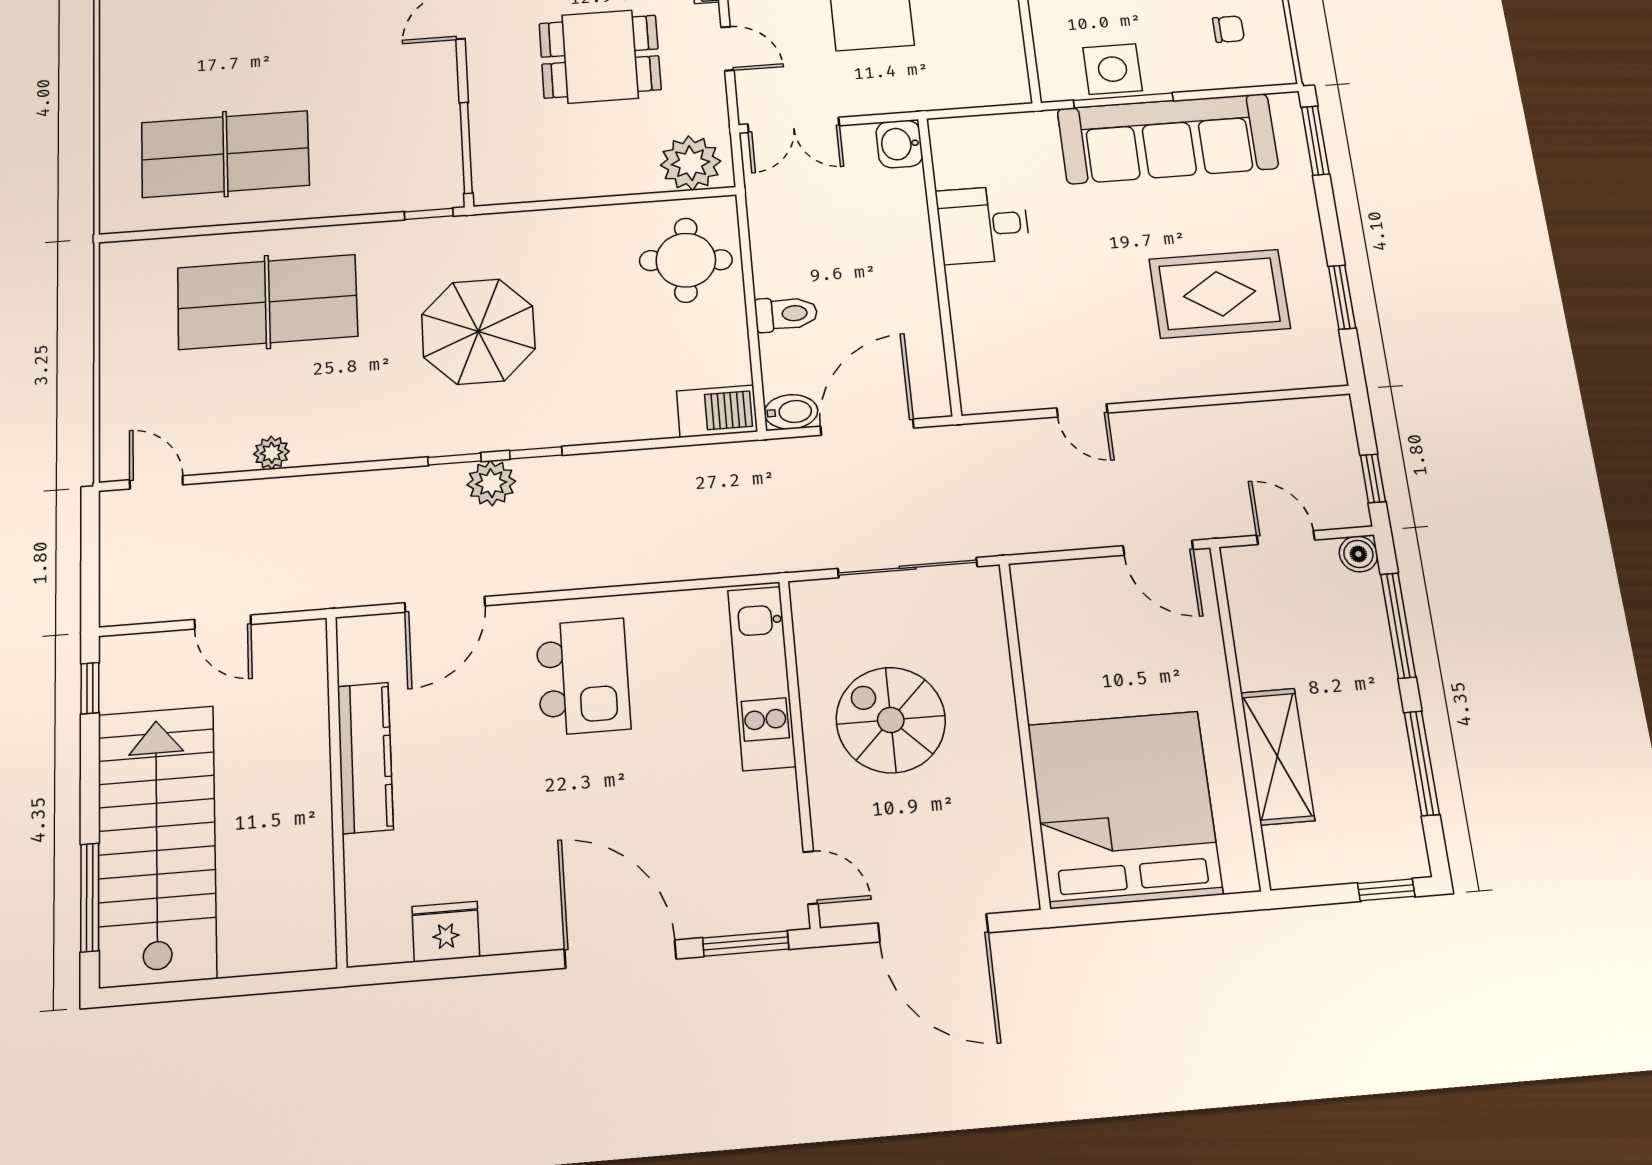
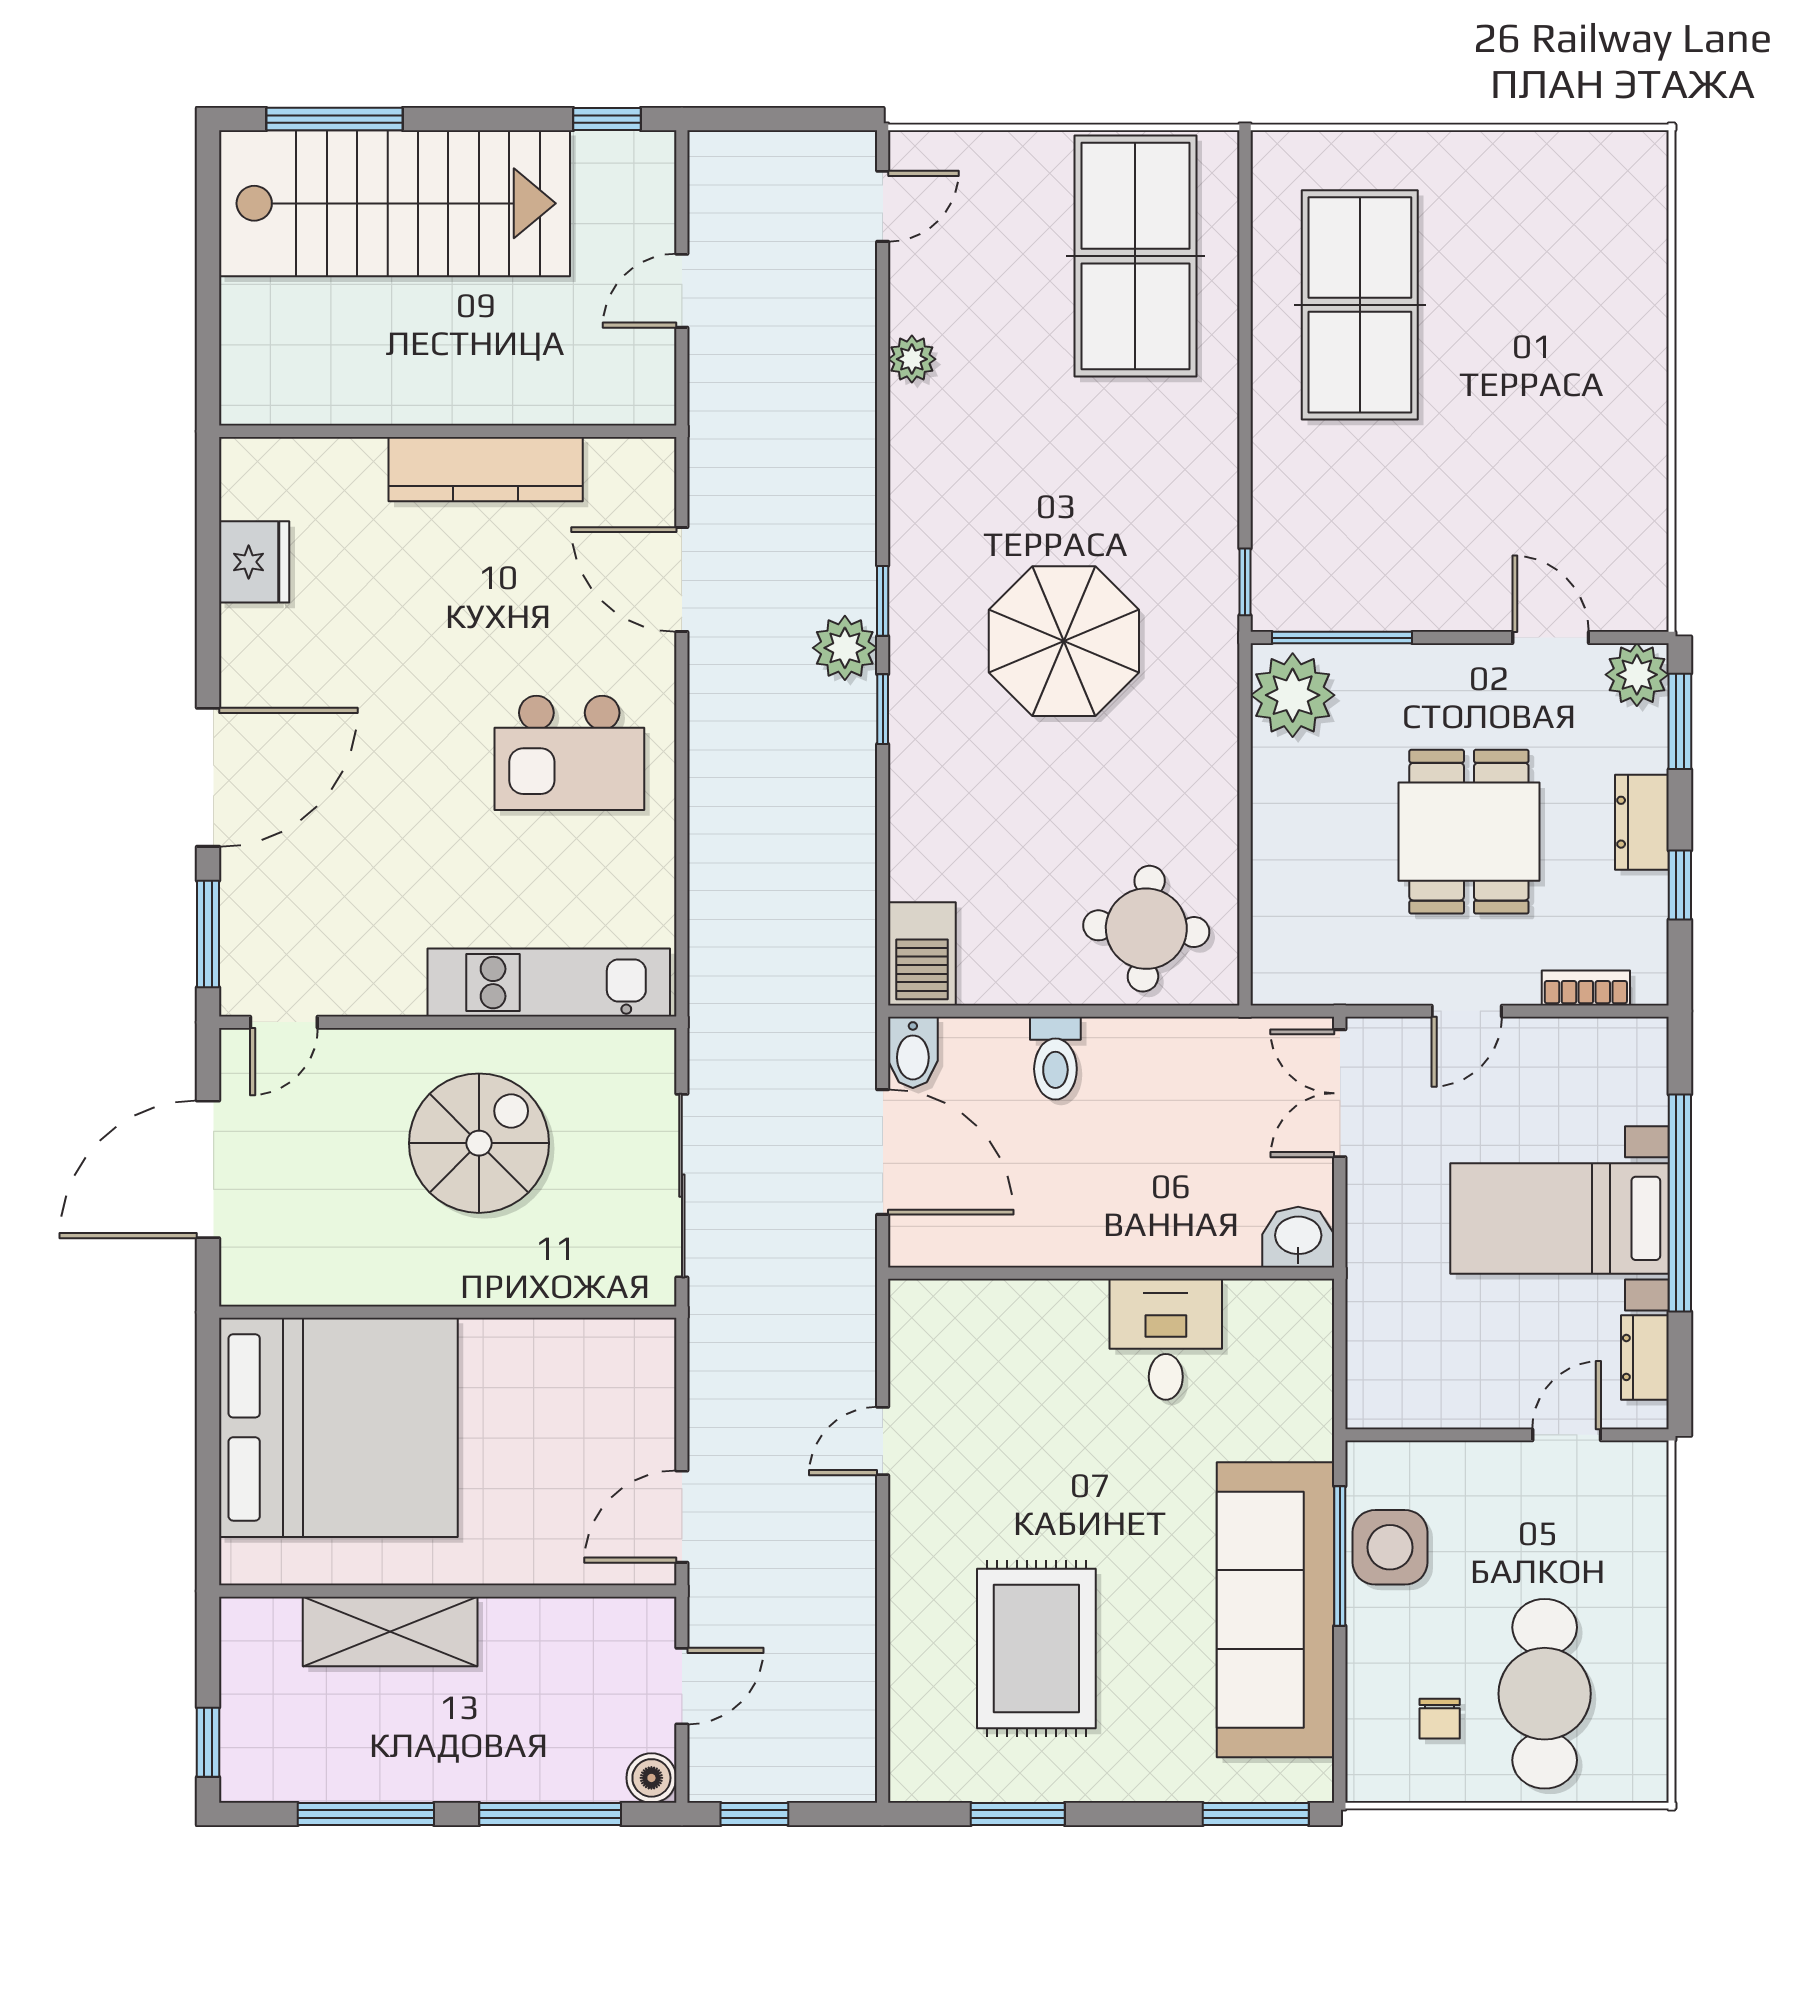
plant: (691, 163) -> (1293, 695), moved
table tennis table: (267, 302) -> (1135, 256), moved

